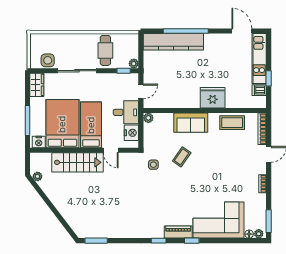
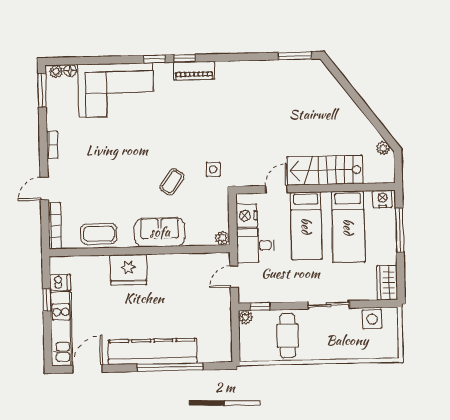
door: (242, 31) -> (88, 369), swing flipped
kitchen counter: (173, 42) -> (153, 351), moved
sliding door: (77, 71) -> (329, 305), width x0.73
bed: (62, 124) -> (348, 227), width x0.67
door: (111, 150) -> (276, 189), hinge flipped
piano: (178, 232) -> (194, 71), moved
window: (159, 241) -> (185, 58), moved

